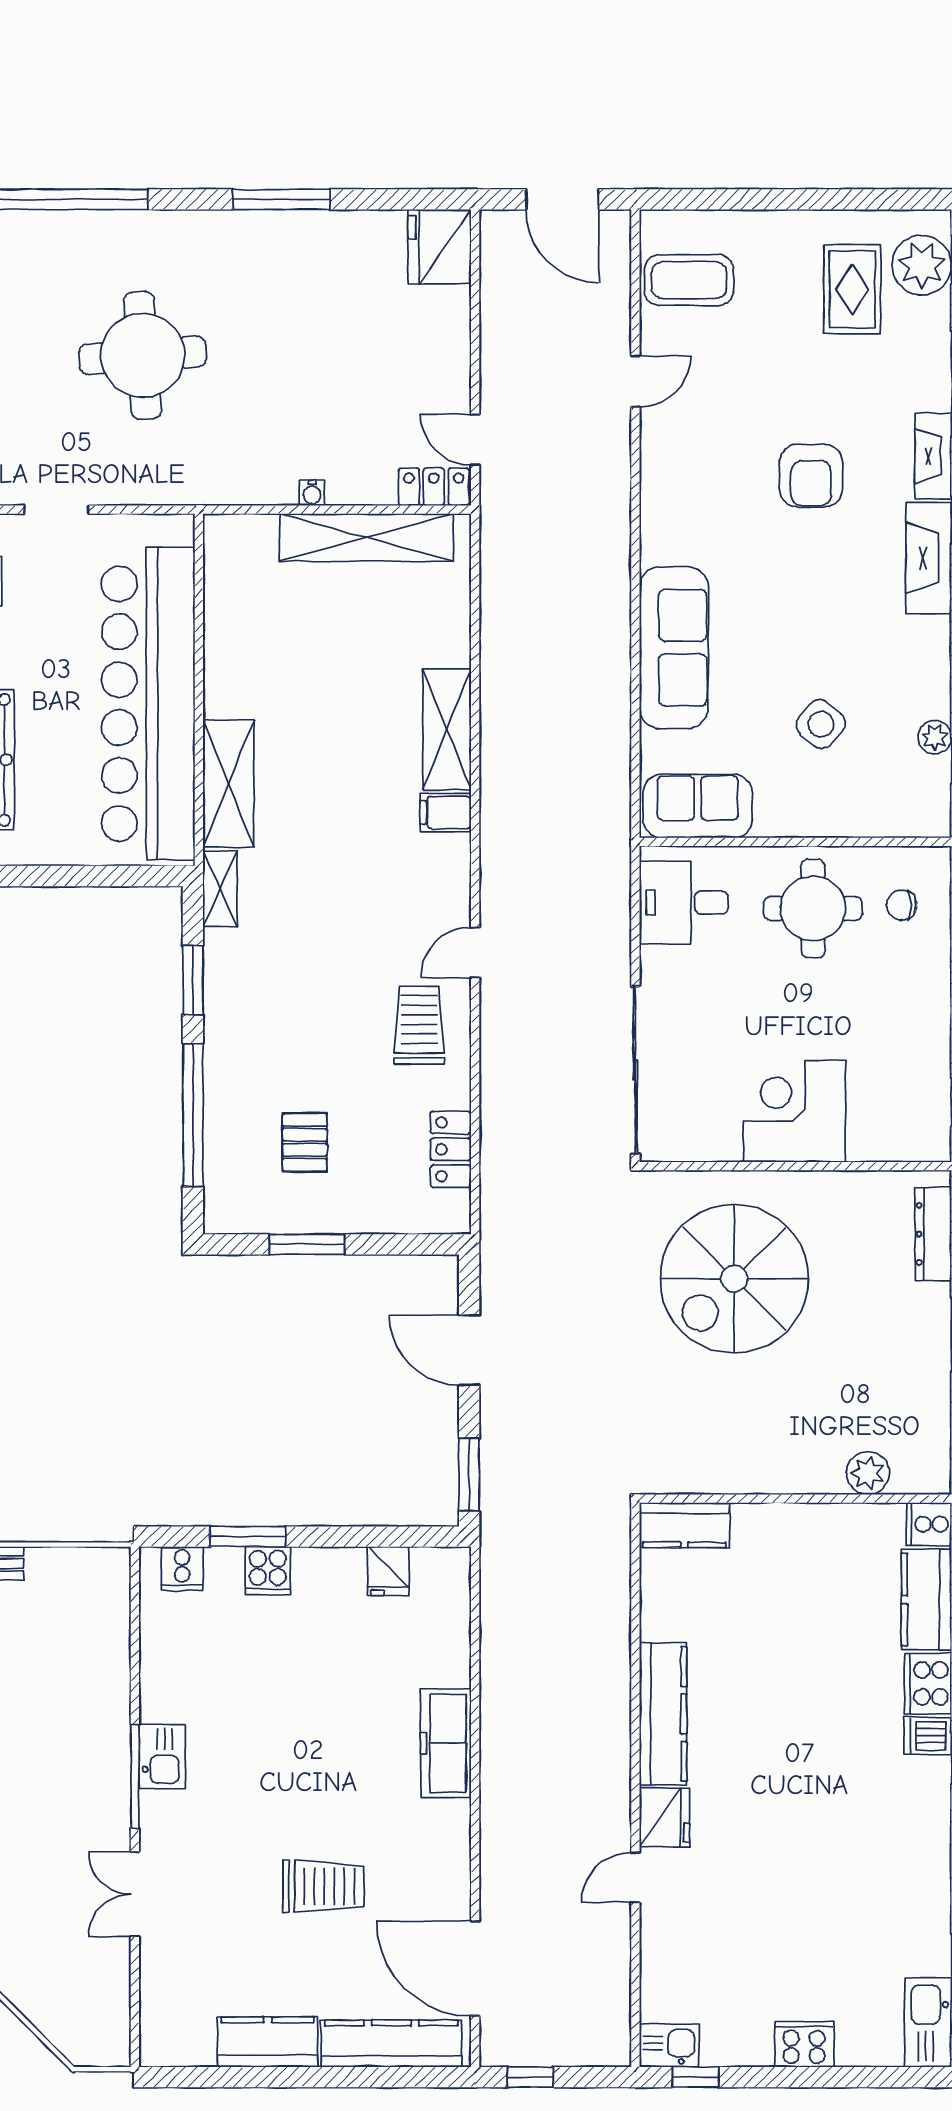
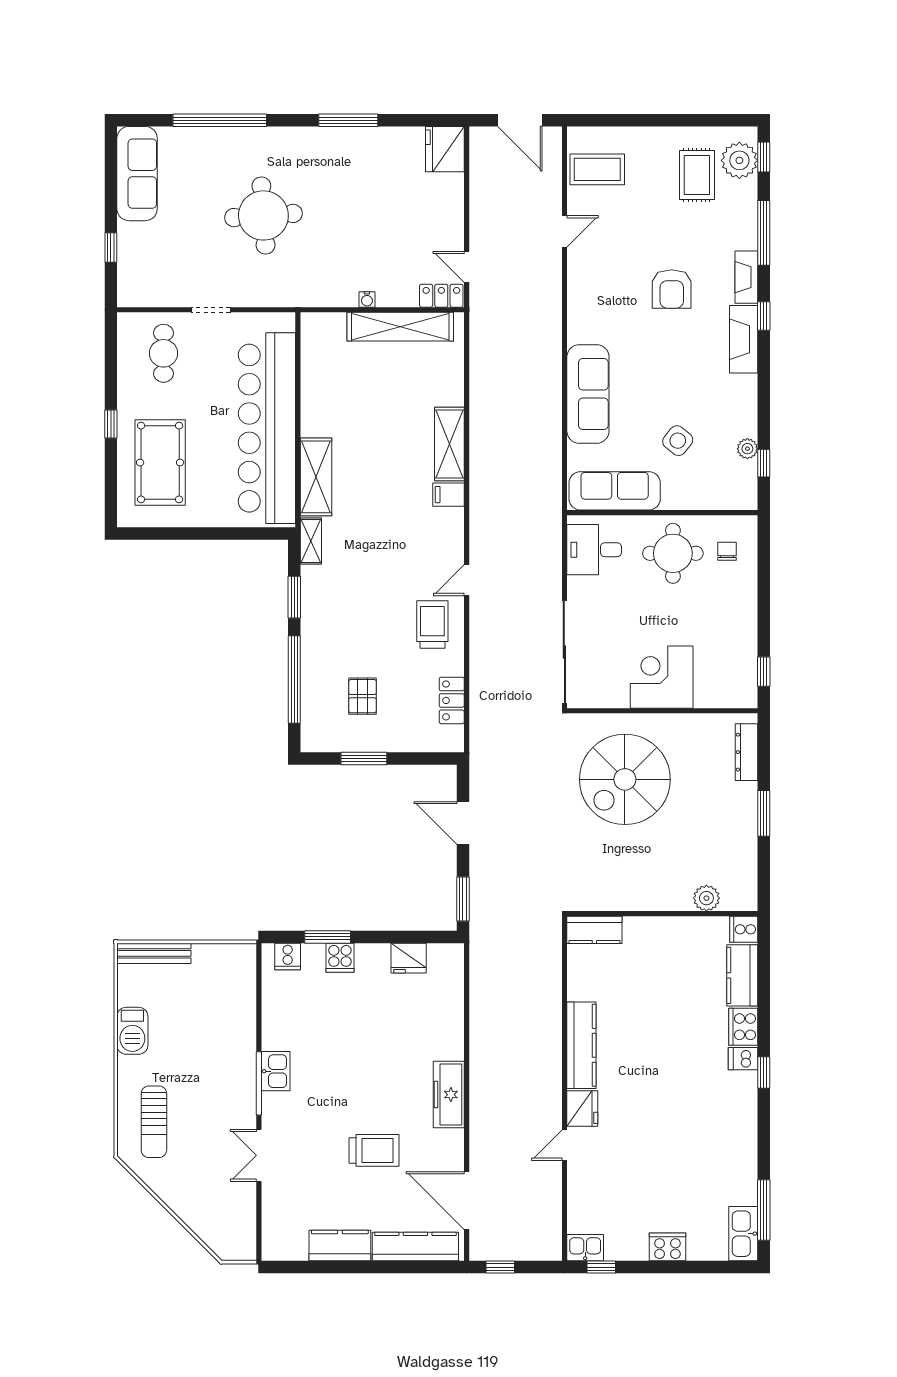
sofa: (698, 806) -> (615, 491), width x1.36
chair: (902, 905) -> (727, 551), turned 90
fridge: (388, 1571) -> (409, 958), width x1.38
freezer: (446, 1743) -> (449, 1095), moved

